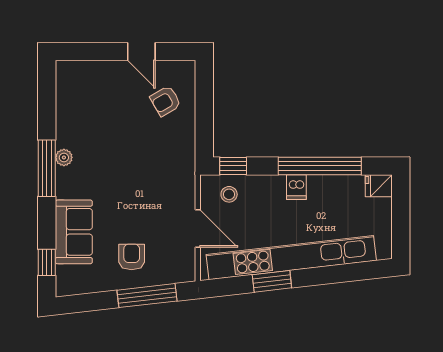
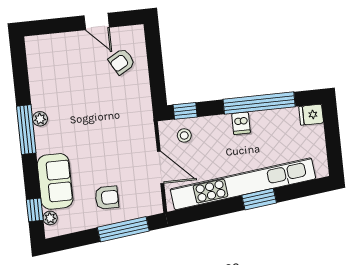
armchair: (132, 257) -> (107, 198), turned 90
plant: (63, 274) -> (50, 218), added
window: (272, 281) -> (259, 199), moved

